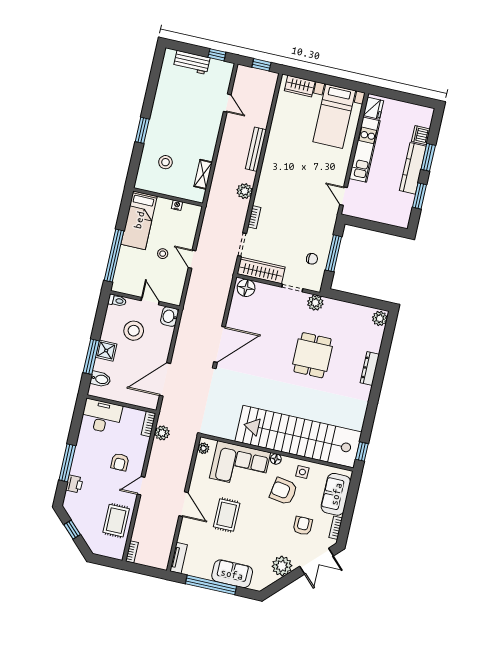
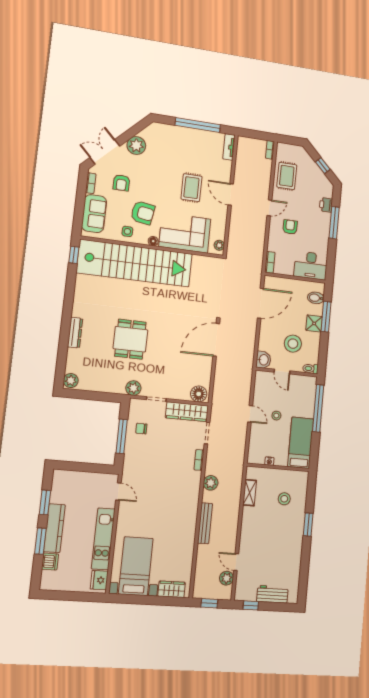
plant: (162, 433) -> (226, 578), moved
sofa: (232, 574) -> (180, 136), removed

